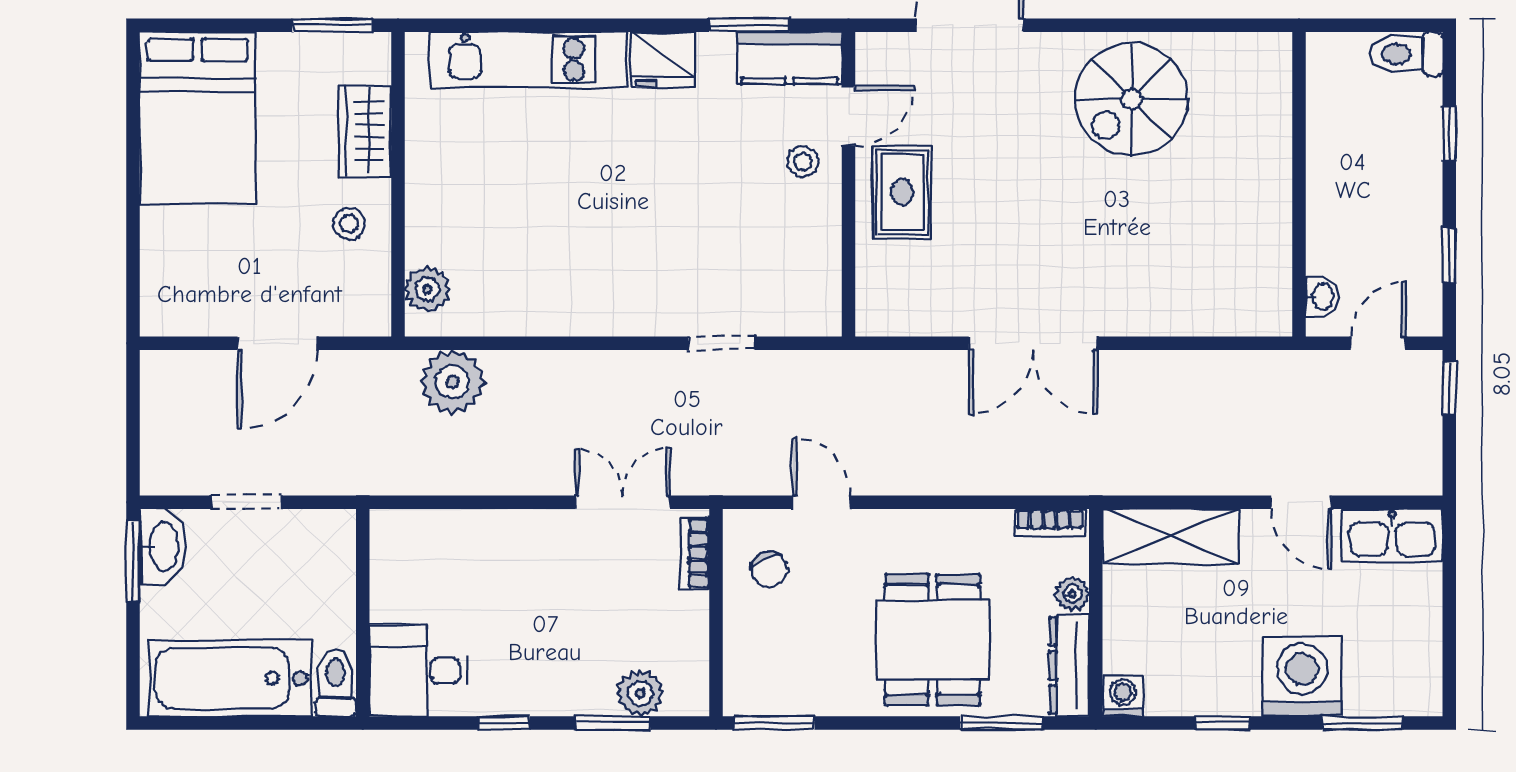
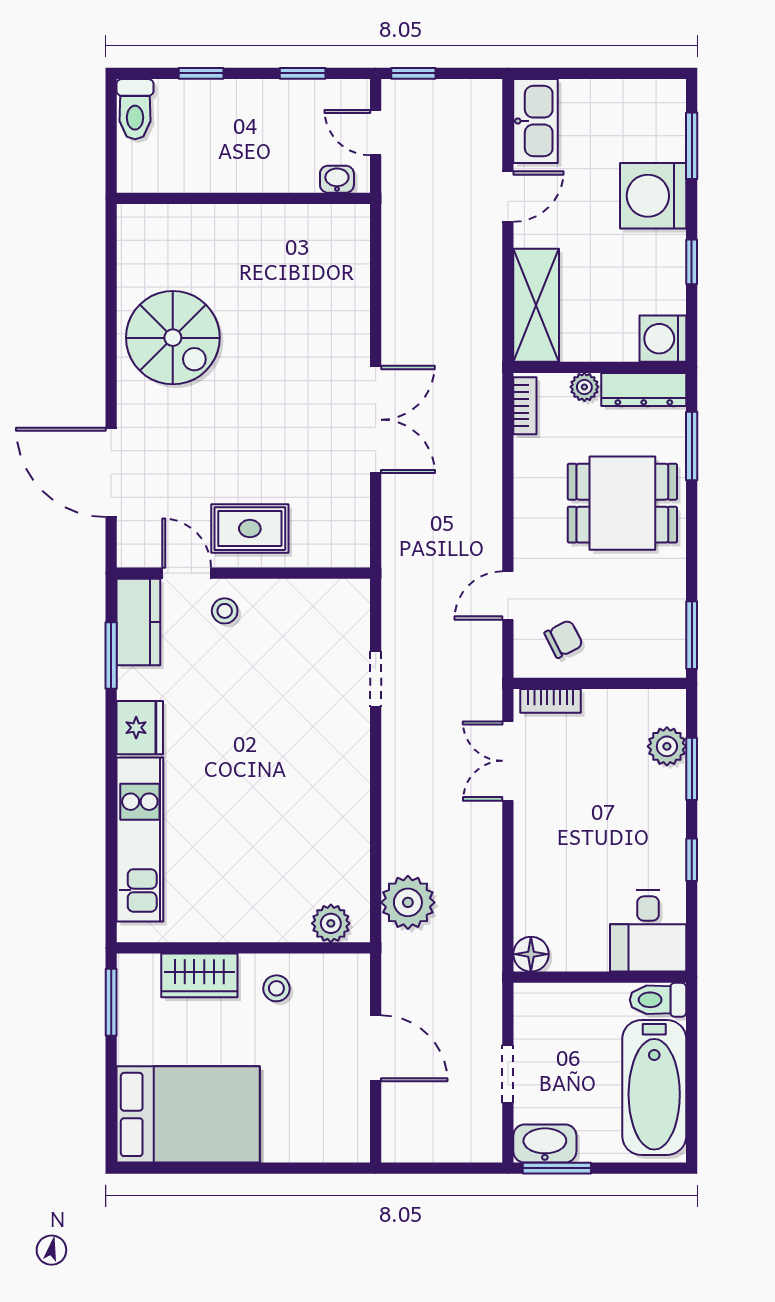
floor lamp: (390, 530) -> (531, 954), added
washing machine: (1123, 696) -> (663, 339), width x1.38, depth x1.38

